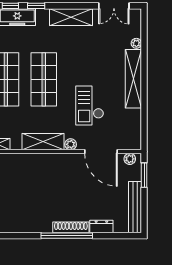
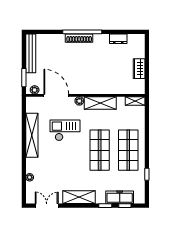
shelving: (133, 79) -> (32, 135), moved
checkout: (90, 105) -> (65, 130), turned -90
dresser: (101, 227) -> (118, 39), moved

